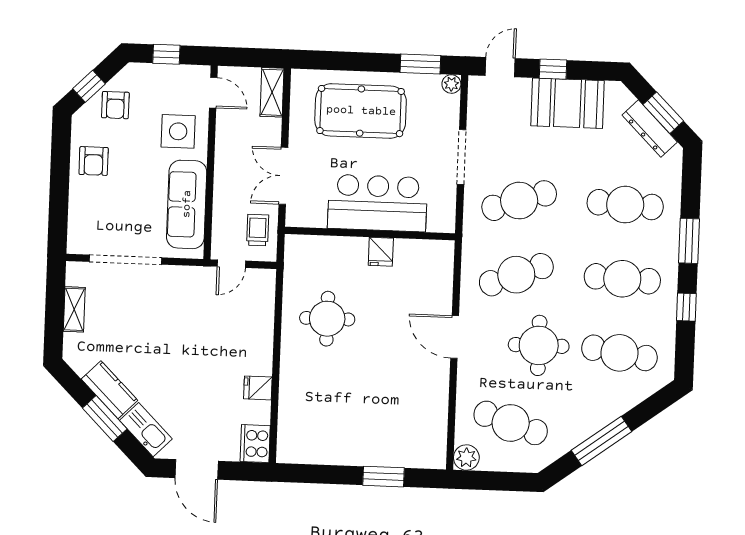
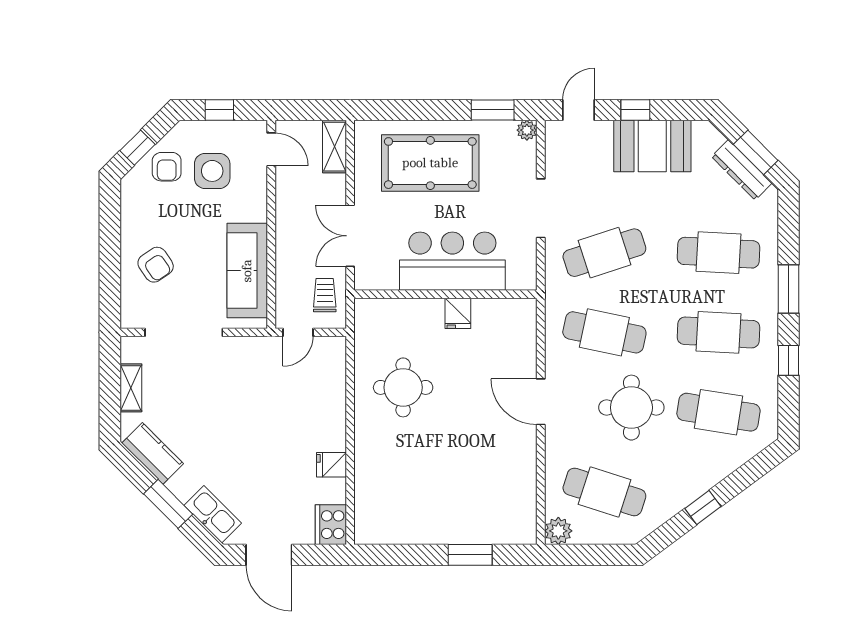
side table: (178, 131) -> (212, 171), moved
armchair: (94, 161) -> (156, 265), moved, turned -34
cafe table: (516, 275) -> (604, 332), turned 33
kitchen counter: (109, 390) -> (153, 453), moved
window: (602, 441) -> (703, 508), width x0.46

